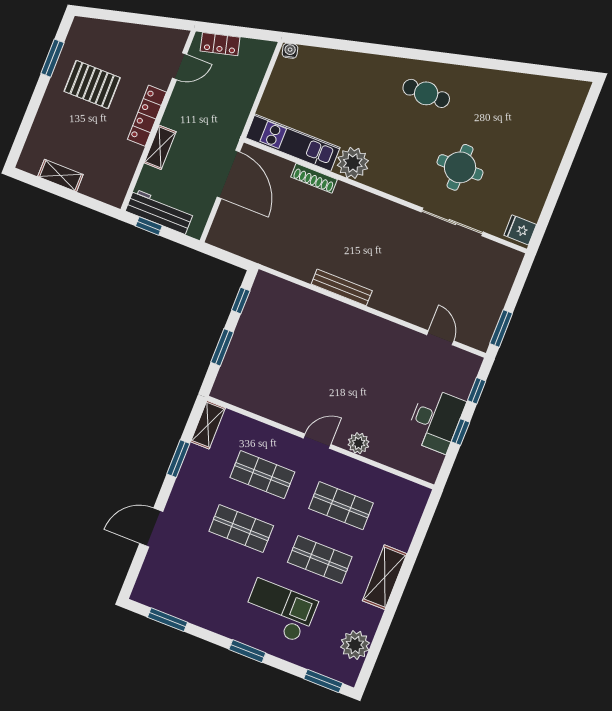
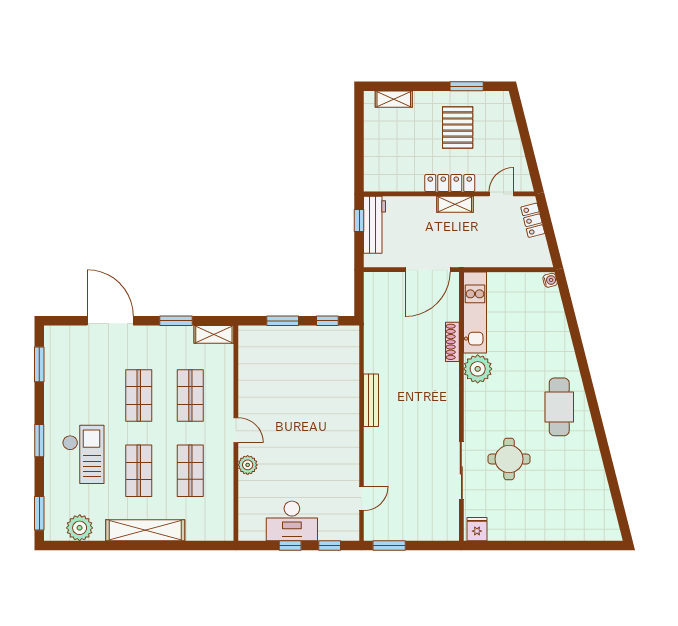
door: (179, 66) -> (501, 194), swing flipped
cafe table: (426, 93) -> (559, 407), width x1.37, depth x1.35
shelving: (160, 147) -> (455, 204), moved
shelving: (60, 176) -> (394, 99), moved, turned 90
door: (151, 528) -> (110, 321), width x1.36
shelving: (385, 577) -> (145, 530), width x1.47

